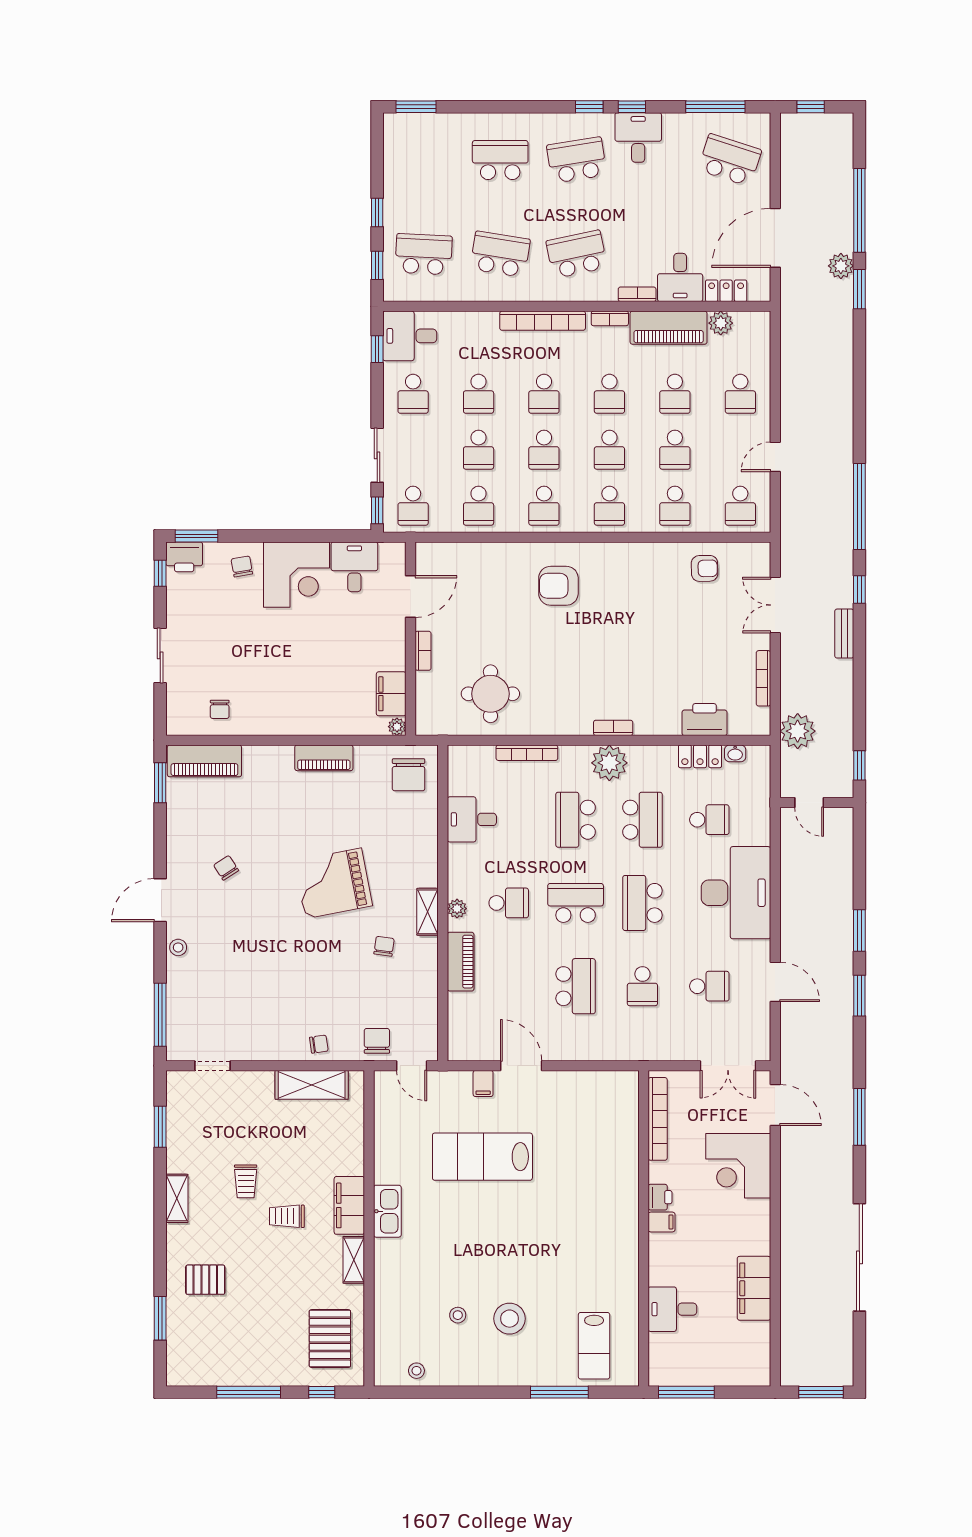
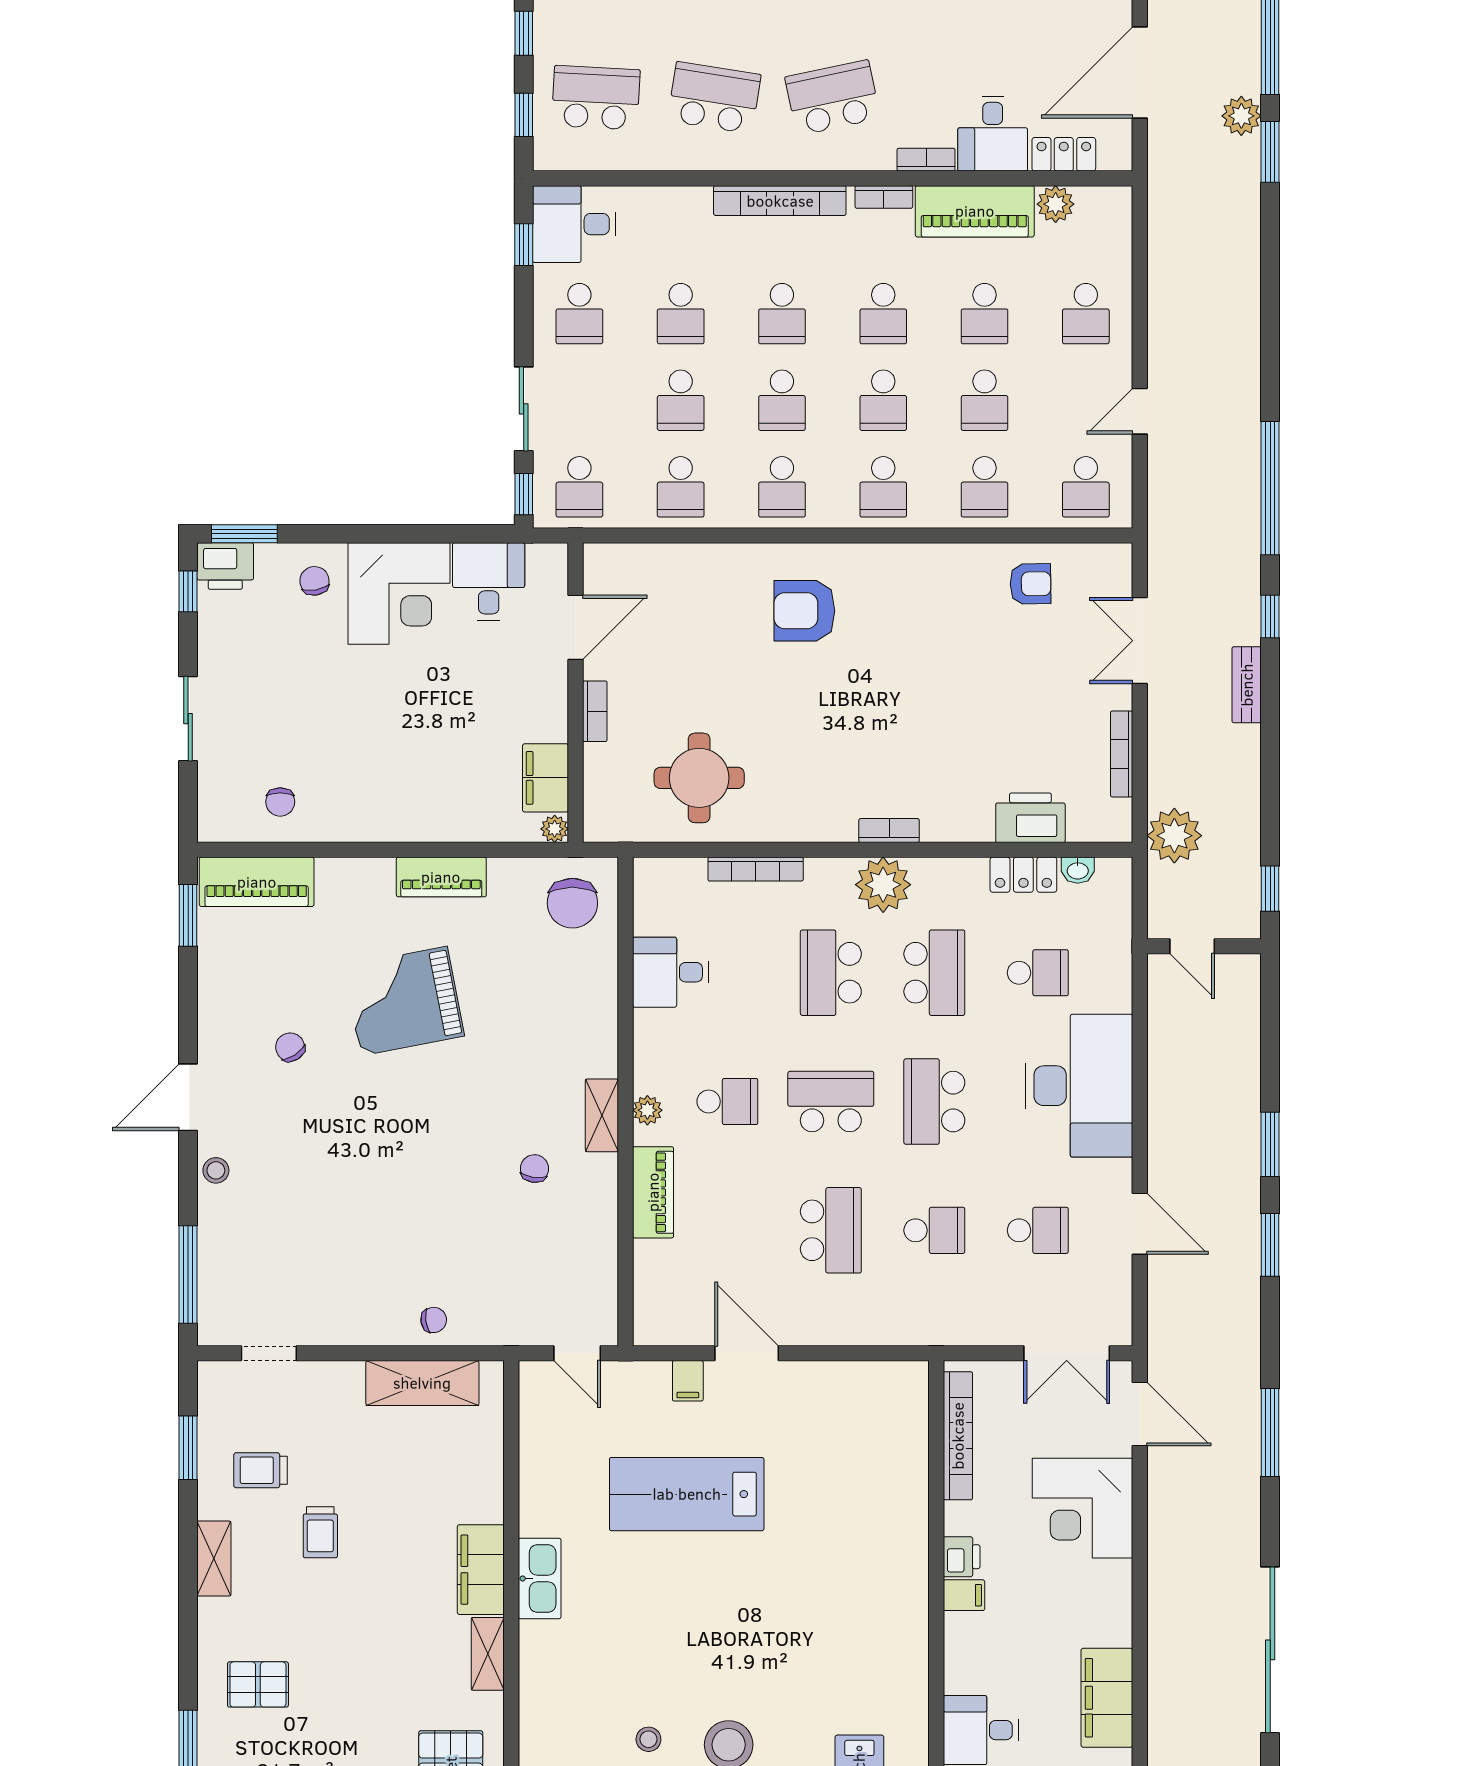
grand piano: (333, 883) -> (404, 1001), moved
school desk: (642, 986) -> (934, 1230), turned -90
chair: (377, 1041) -> (523, 1315), removed
trolley: (287, 1216) -> (260, 1470), moved

